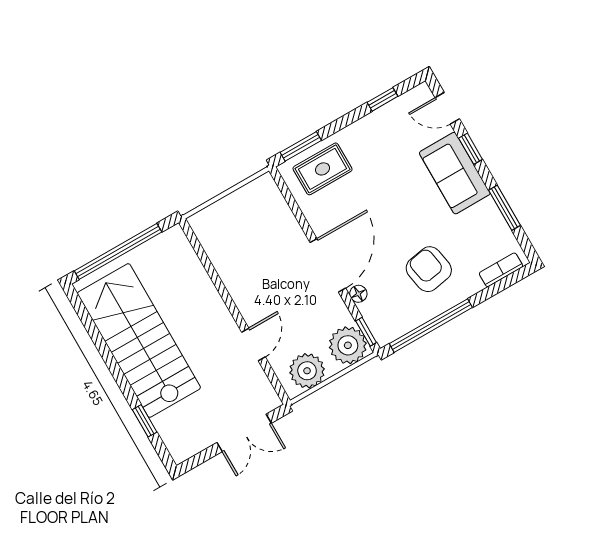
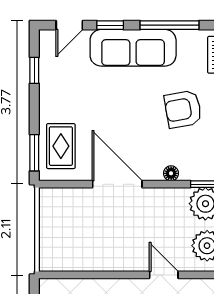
sofa: (455, 173) -> (133, 48), width x1.36
window: (504, 208) -> (170, 25), width x1.44
door: (328, 265) -> (117, 184), moved

